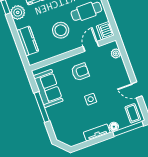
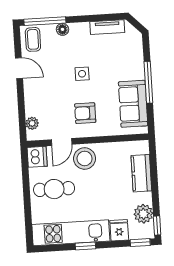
stool: (61, 30) -> (85, 158), moved
tv unit: (97, 133) -> (107, 27), moved

